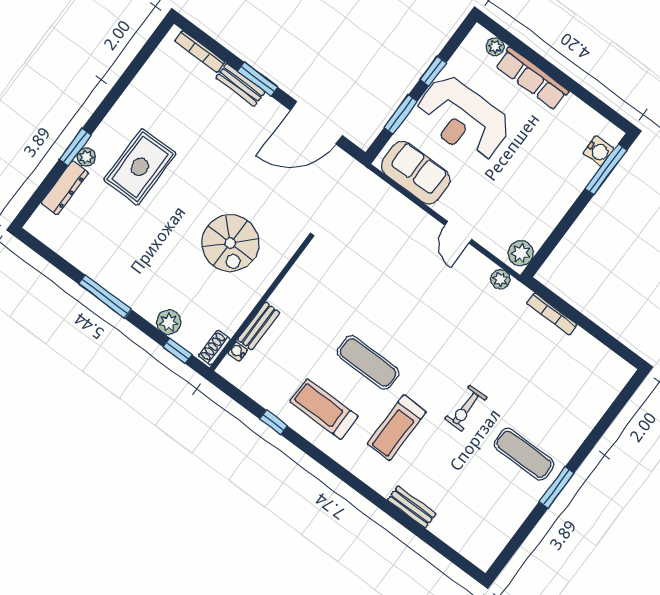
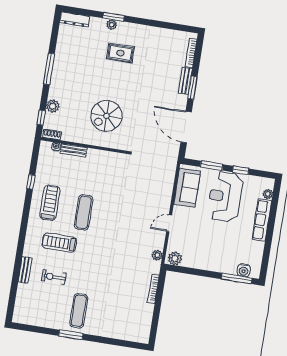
rug: (140, 167) -> (120, 53), width x0.73, depth x0.70
dresser: (65, 188) -> (75, 19), moved
exercise bike: (466, 408) -> (54, 277), moved

